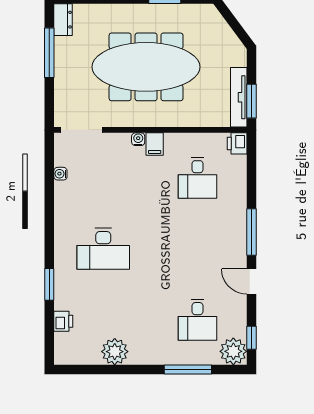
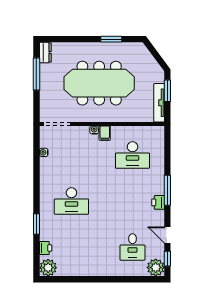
window: (251, 101) -> (167, 91), moved
printer: (237, 143) -> (158, 202), moved
desk: (197, 178) -> (132, 155), width x1.37
door: (251, 281) -> (167, 235), moved
plant: (115, 352) -> (48, 268), moved
window: (188, 369) -> (126, 279), removed

